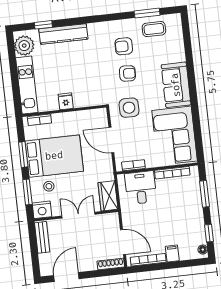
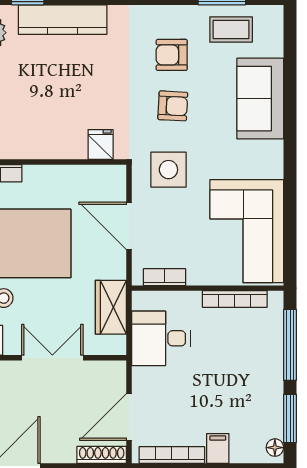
sofa: (176, 85) -> (260, 99), moved
fridge: (66, 101) -> (101, 144), moved
desk: (141, 188) -> (161, 338), moved, turned -90
window: (205, 194) -> (290, 345), width x1.44
wardrobe: (108, 196) -> (111, 307), moved
window: (209, 233) -> (290, 418), width x1.50
door: (123, 242) -> (129, 417), swing flipped

